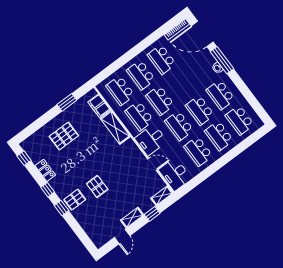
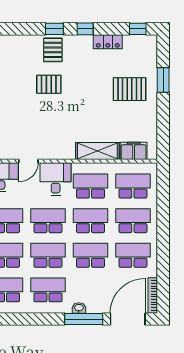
school desk: (181, 85) -> (90, 255), added
window: (67, 102) -> (163, 80), moved
pallet: (64, 136) -> (130, 89), turned 90

